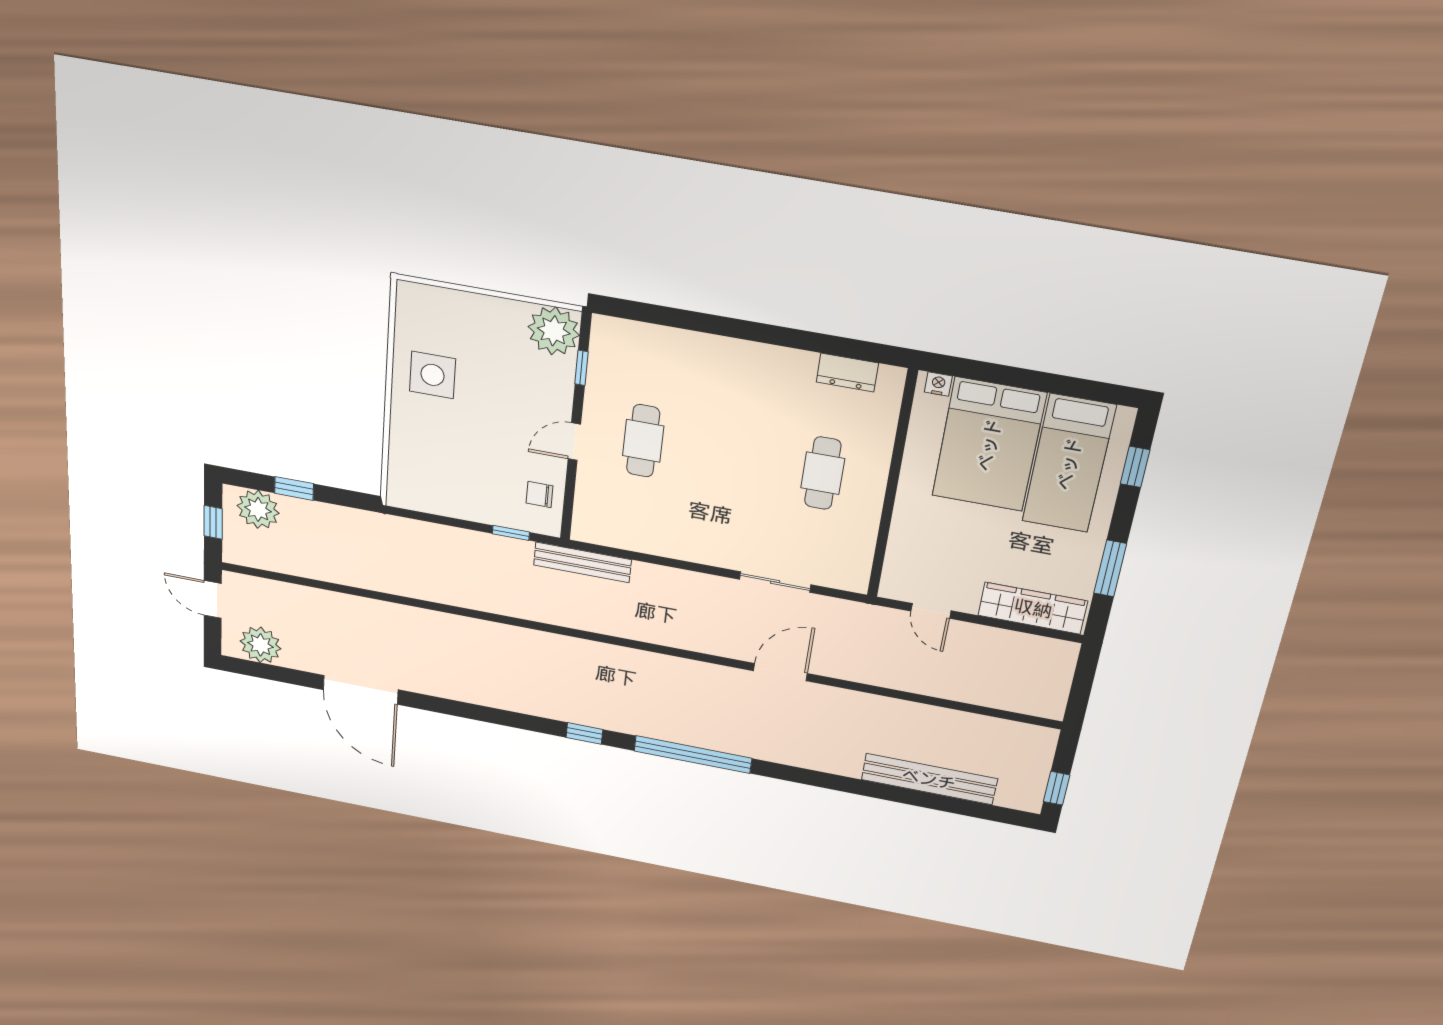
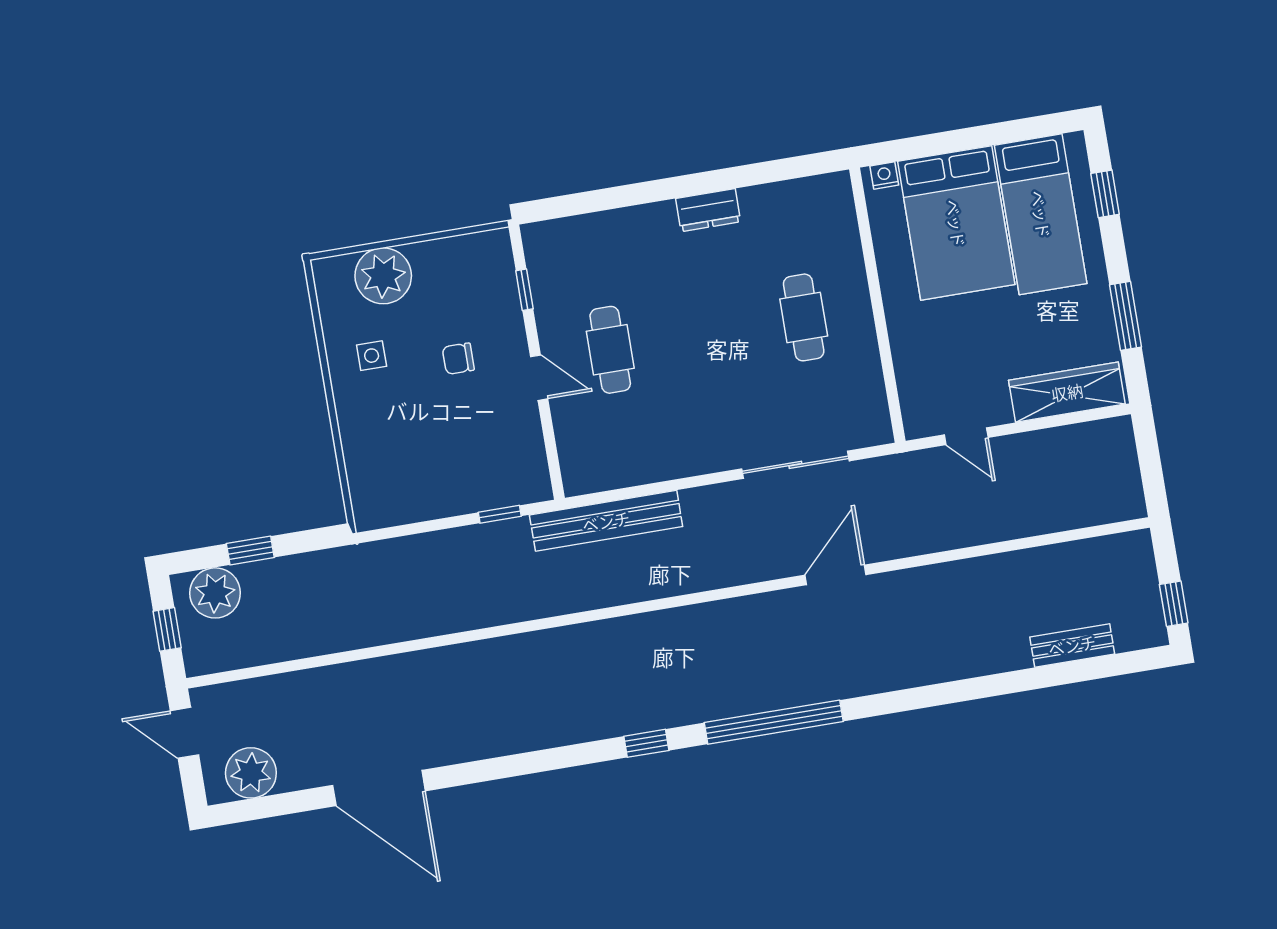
plant: (554, 331) -> (383, 276), moved
dresser: (847, 373) -> (708, 210), moved
side table: (433, 375) -> (372, 356), width x0.54, depth x0.54
door: (574, 442) -> (539, 378), swing flipped
chair: (539, 494) -> (458, 359), moved
bench: (582, 562) -> (606, 521), width x1.37, depth x1.21
sliding door: (775, 582) -> (795, 465), width x1.37
bench: (929, 779) -> (1072, 645), width x0.54, depth x0.82

